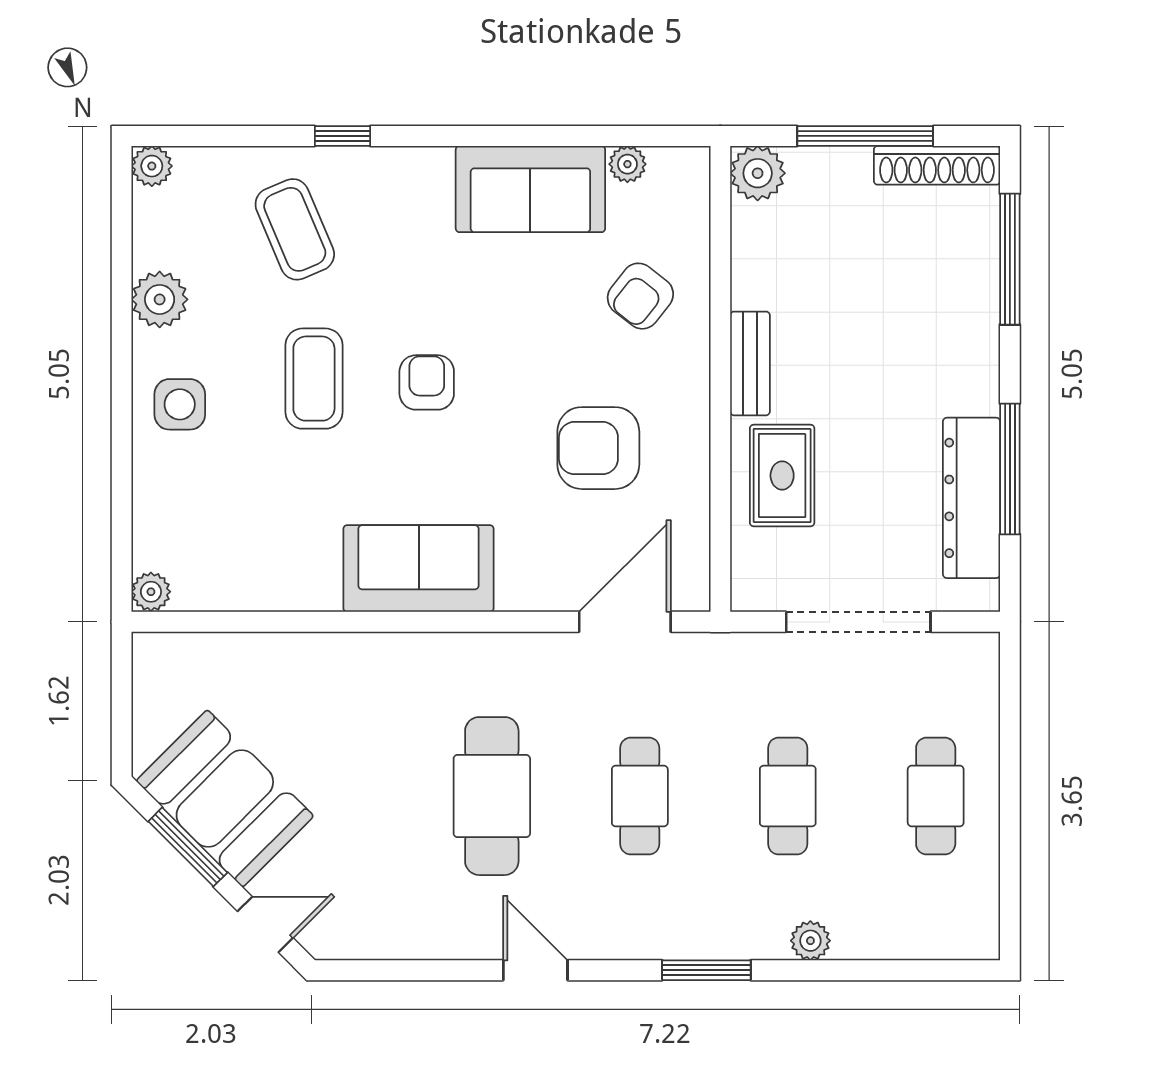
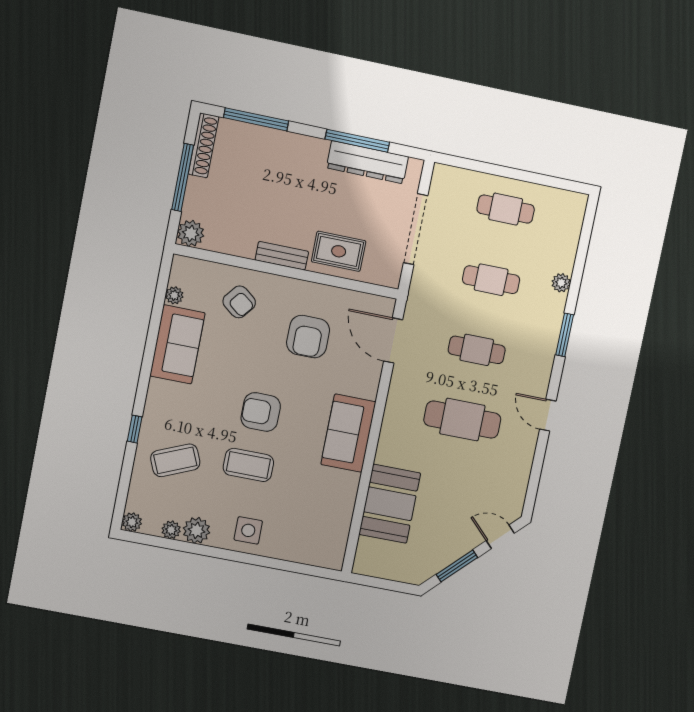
armchair: (427, 382) -> (261, 412), width x1.38, depth x1.38
plant: (151, 592) -> (171, 530), moved
booth: (225, 798) -> (390, 504), moved, turned -45
door: (265, 925) -> (500, 537), hinge flipped
door: (535, 970) -> (548, 415), hinge flipped

